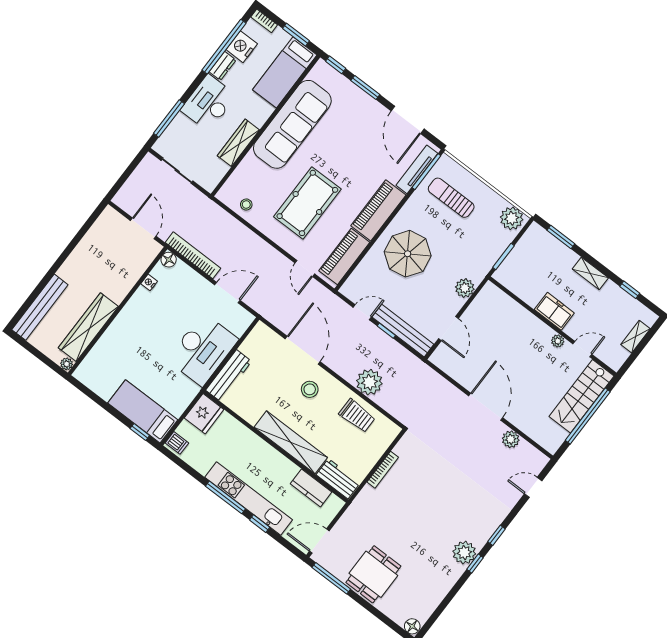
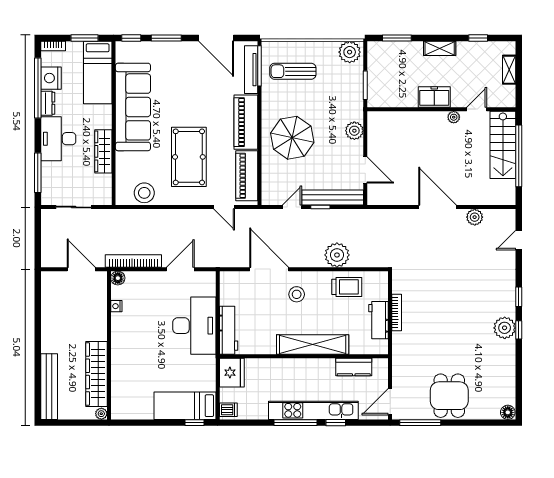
stool: (246, 205) -> (144, 193), width x1.89, depth x1.89
workbench: (338, 479) -> (379, 320), moved, turned -90

